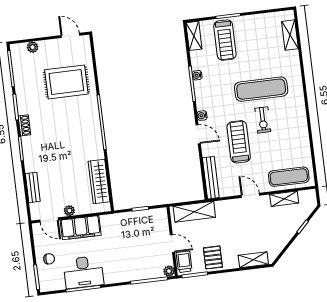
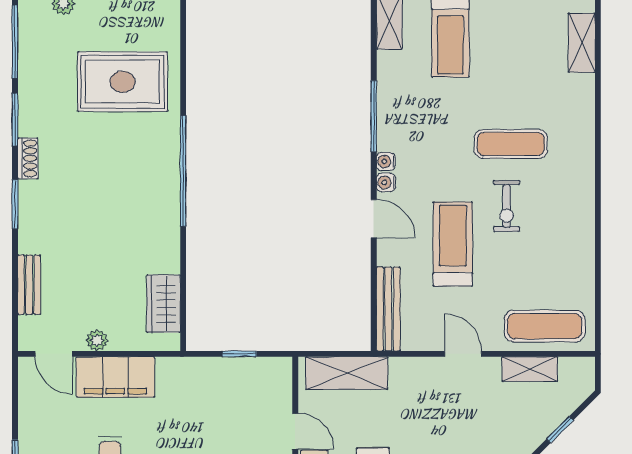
water cooler: (197, 75) -> (386, 161), moved
exercise mat: (261, 89) -> (511, 144), width x0.73, depth x0.69
wardrobe: (99, 182) -> (164, 304), width x0.67
chair: (49, 259) -> (44, 432), removed

